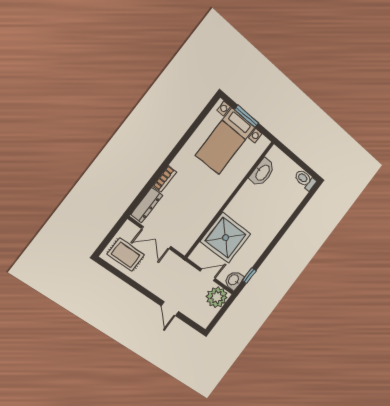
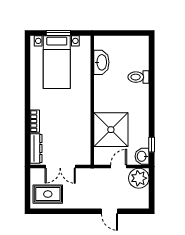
toilet: (305, 180) -> (139, 77), moved

